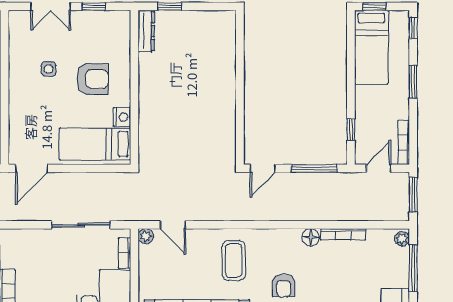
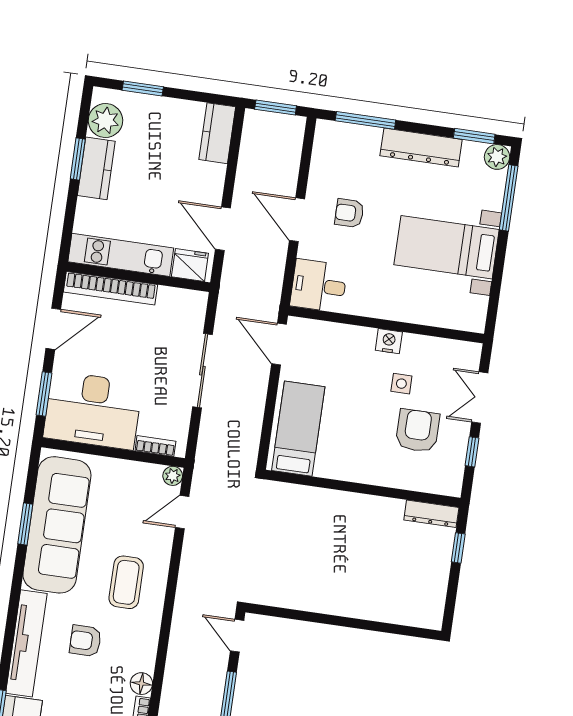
armchair: (93, 79) -> (418, 431), moved, turned 180
nightstand: (122, 117) -> (389, 341), moved, turned 180
sliding door: (81, 225) -> (202, 371), moved
coffee table: (234, 260) -> (126, 582), turned 90

